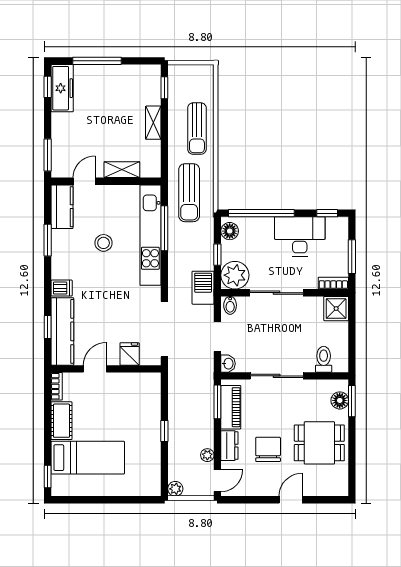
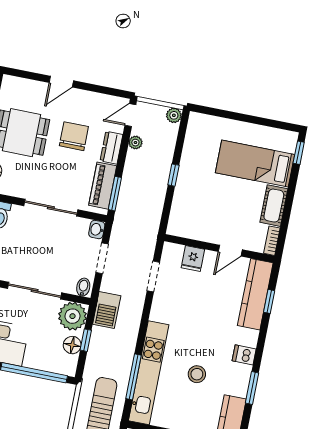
floor lamp: (230, 231) -> (72, 345), moved
dishwasher: (62, 288) -> (244, 355), moved
doorway: (164, 329) -> (153, 276), width x0.53
chair: (268, 449) -> (74, 136), turned 180

